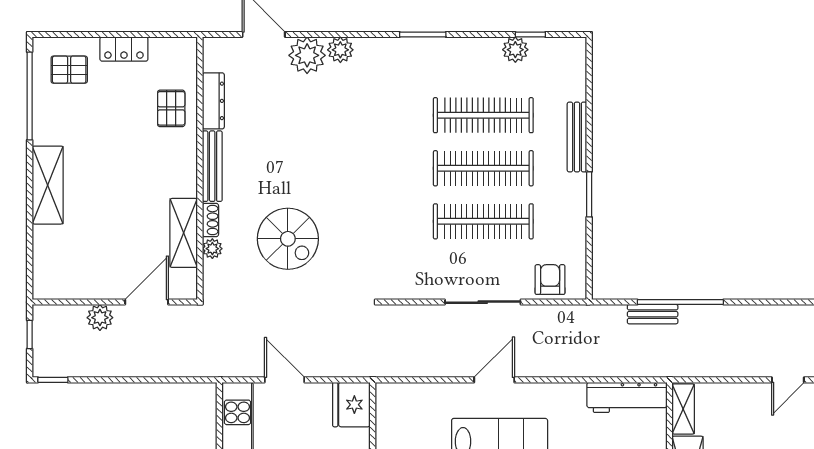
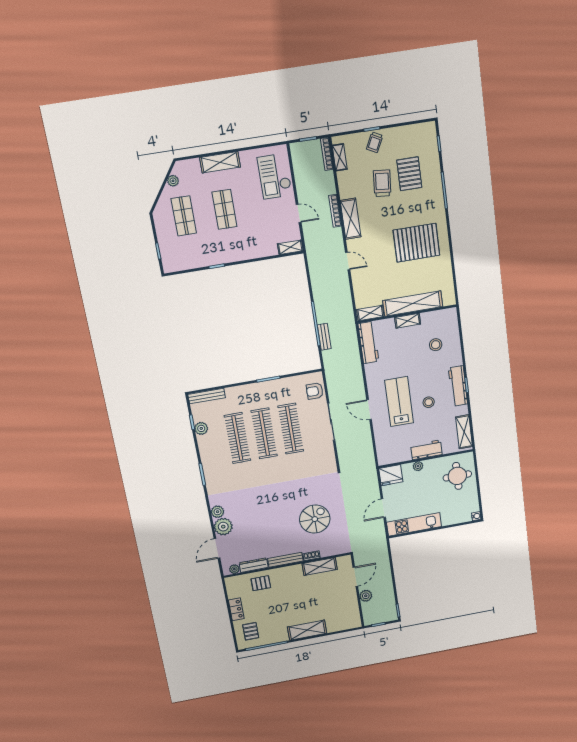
bench: (577, 137) -> (207, 396), moved
plant: (212, 249) -> (234, 569), moved
door: (147, 302) -> (355, 577), swing flipped

